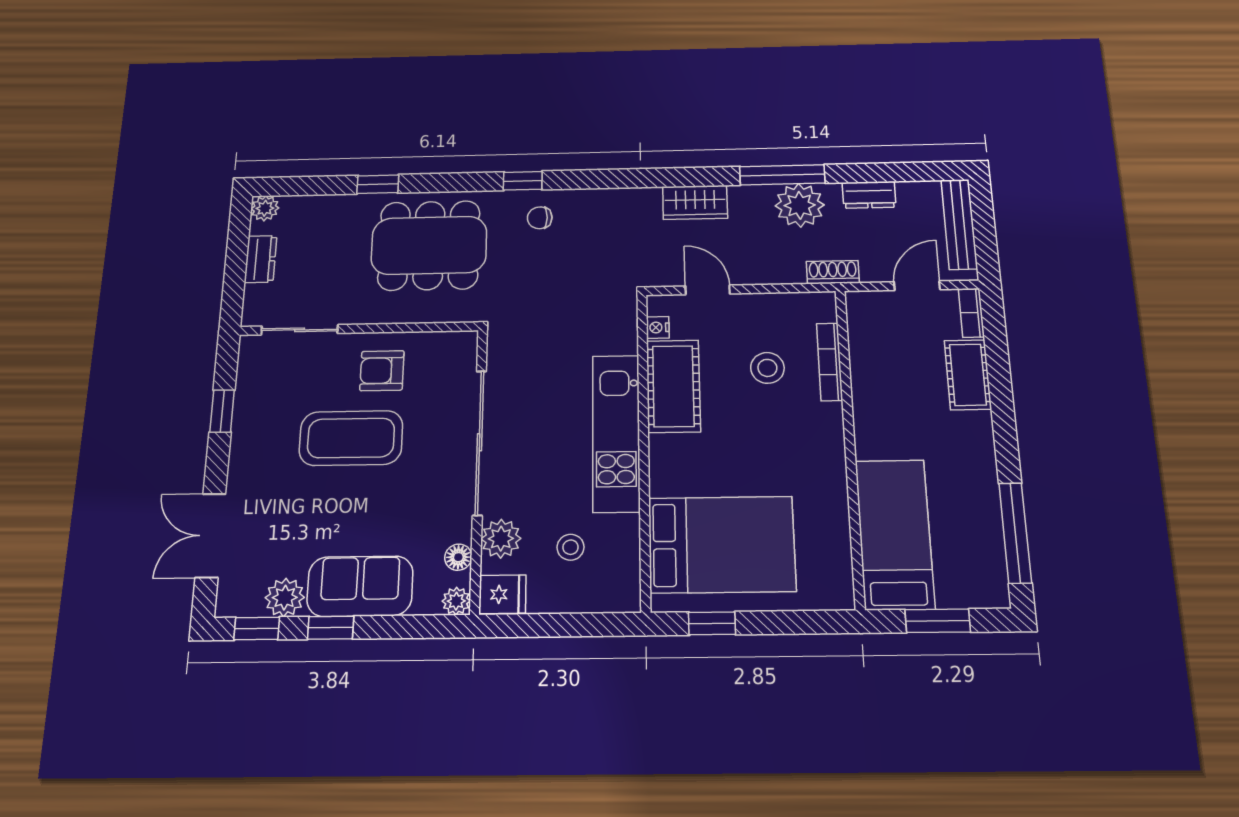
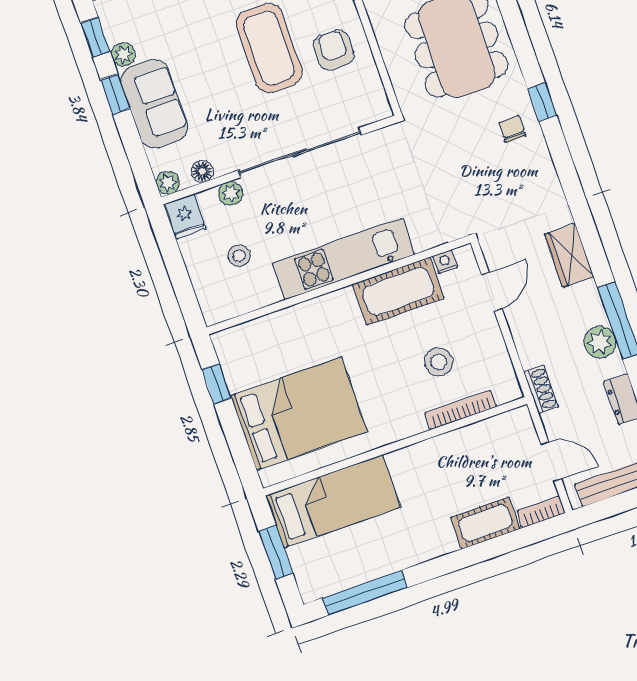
plant: (800, 205) -> (600, 342), width x0.73, depth x0.73
plant: (501, 539) -> (231, 193), width x0.73, depth x0.73
bed: (722, 544) -> (299, 414), moved, turned -90
plant: (285, 597) -> (123, 55), width x0.73, depth x0.73

